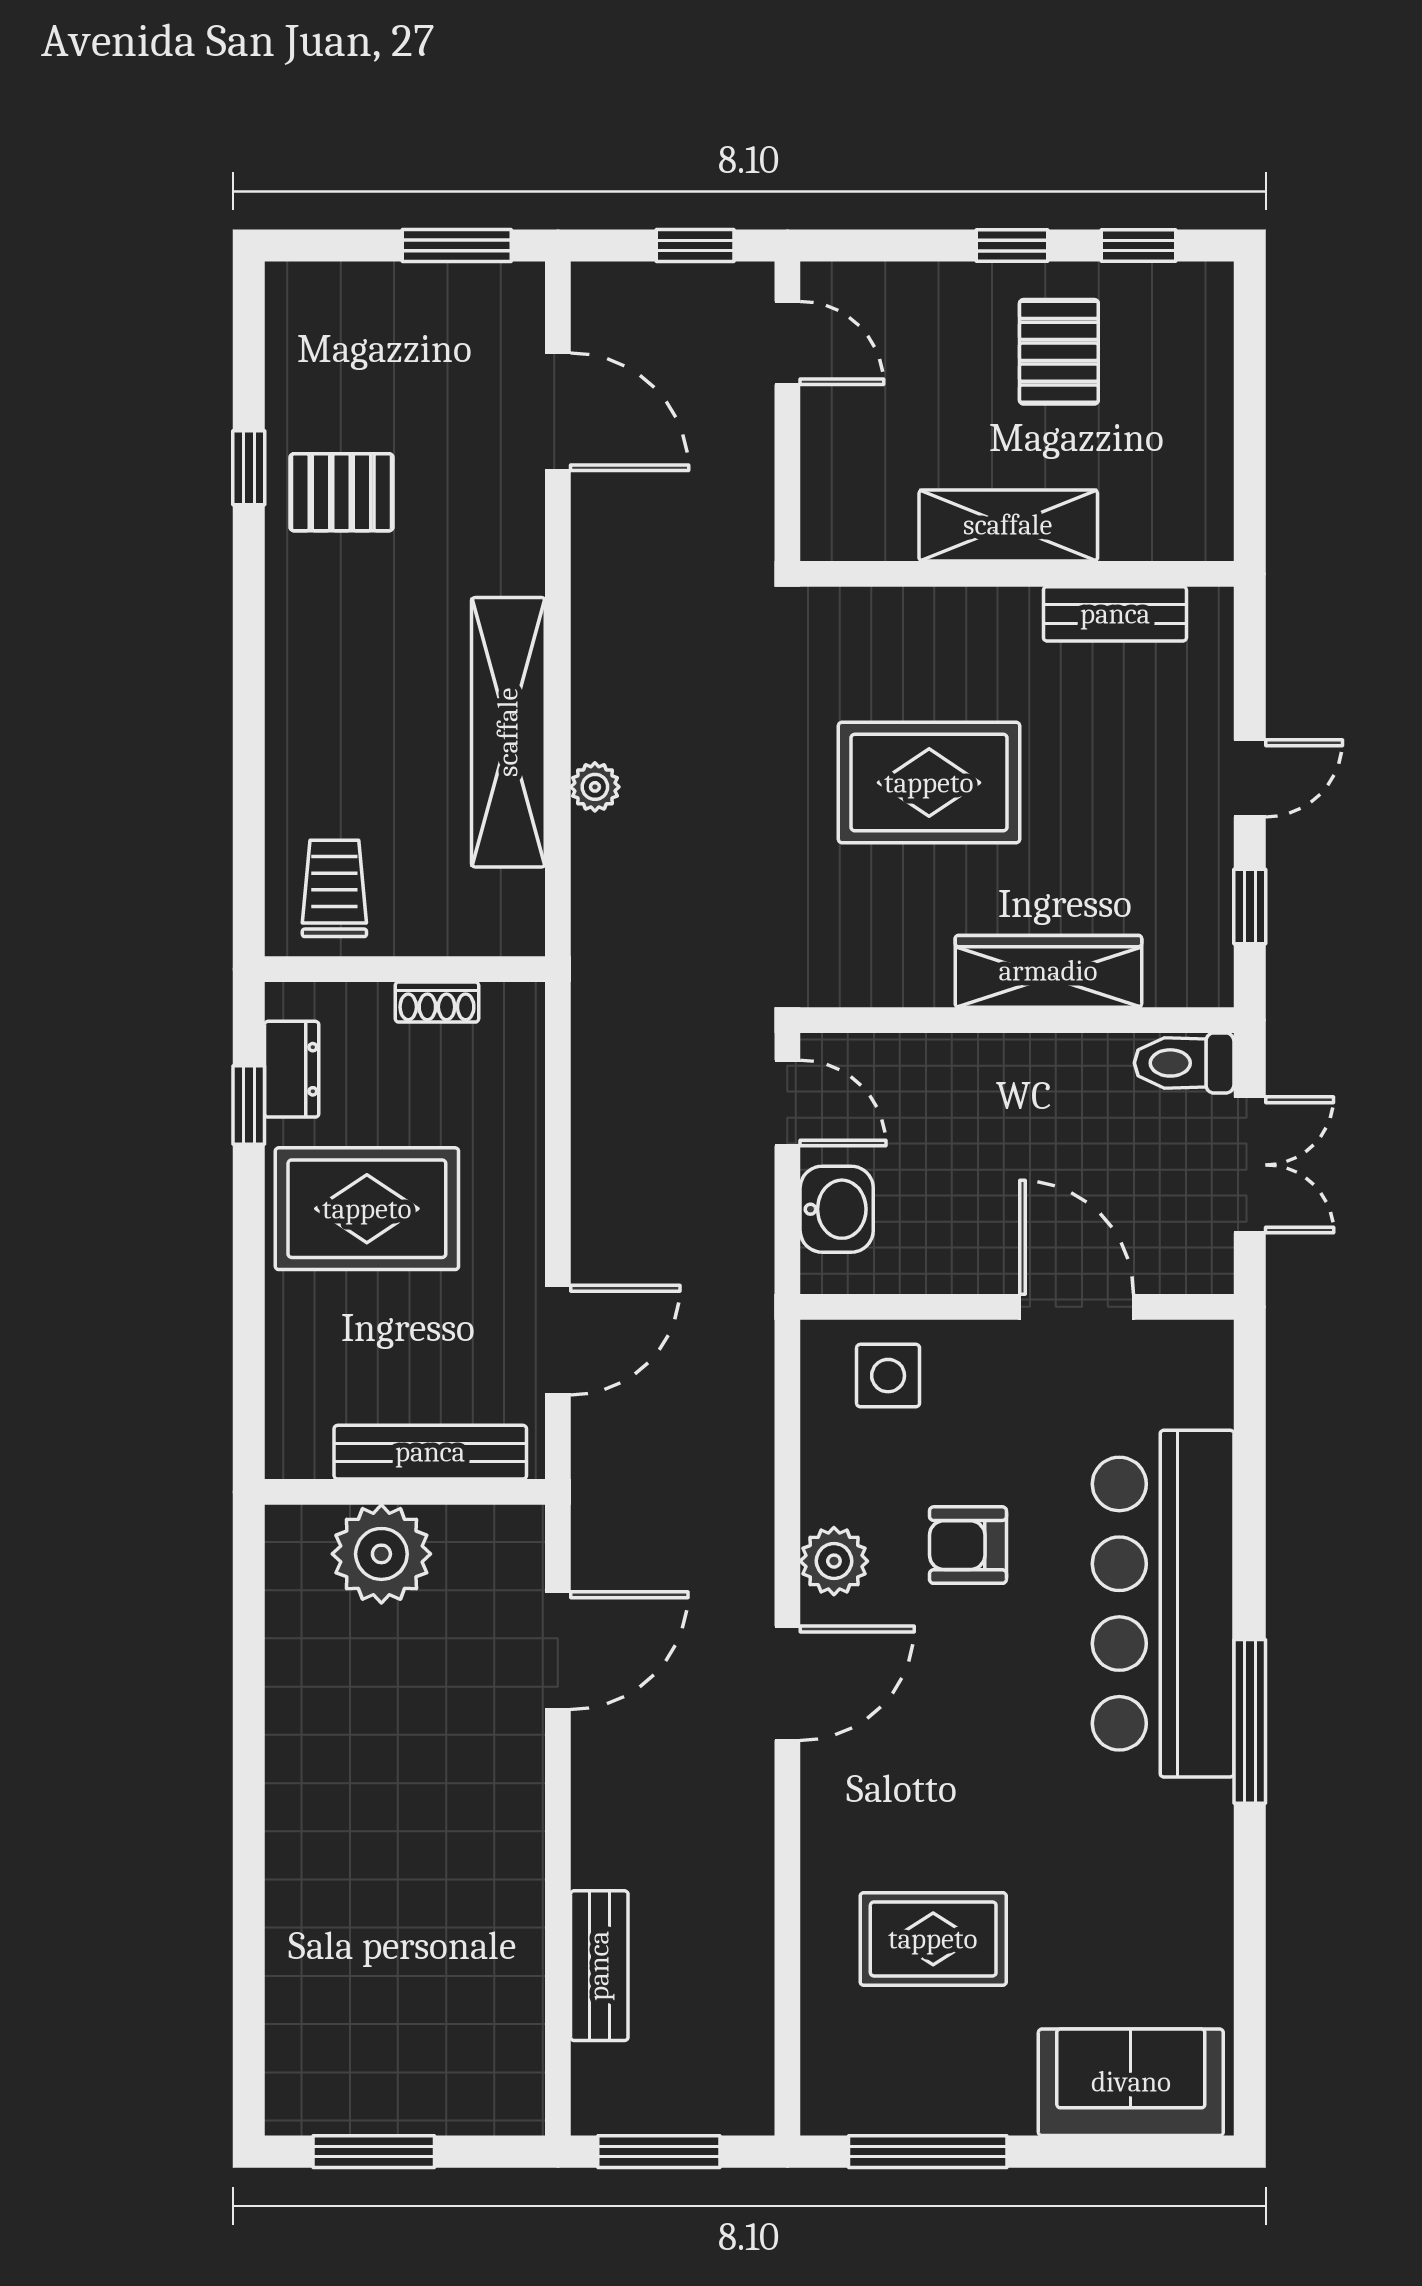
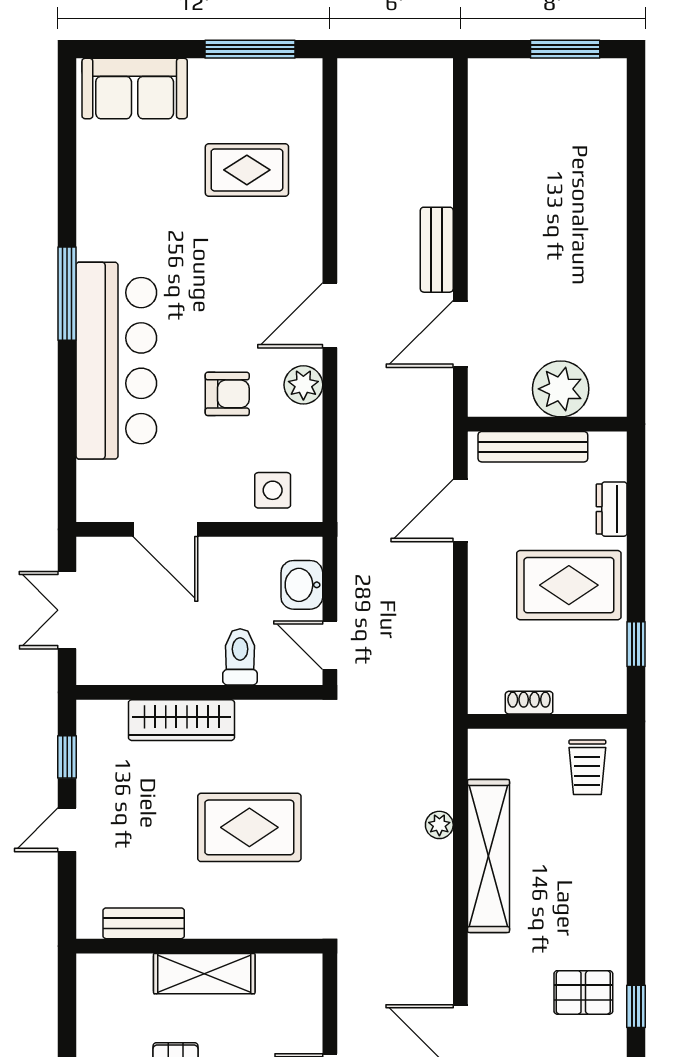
toilet: (1184, 1063) -> (240, 657), moved, turned -90
dresser: (292, 1069) -> (612, 509), moved
bench: (599, 1966) -> (437, 250), moved
window: (659, 2152) -> (403, 49), removed

